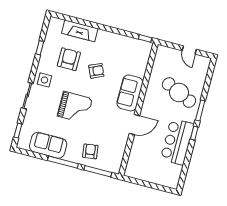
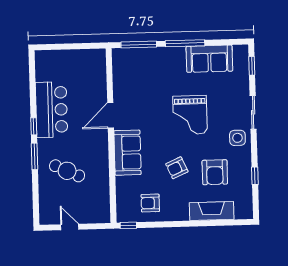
cafe table: (179, 93) -> (67, 171), width x0.73, depth x0.74
grand piano: (75, 107) -> (190, 115), turned -90
armchair: (90, 151) -> (150, 203), moved, turned 98

